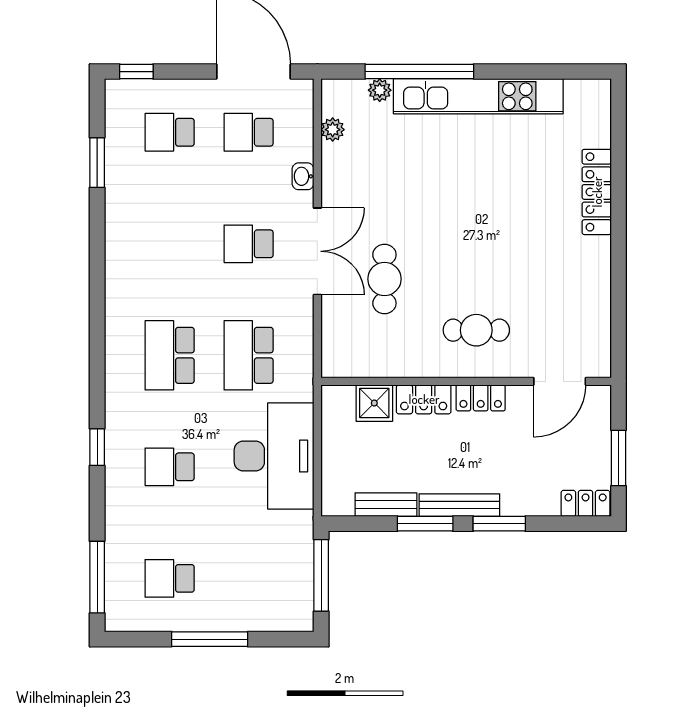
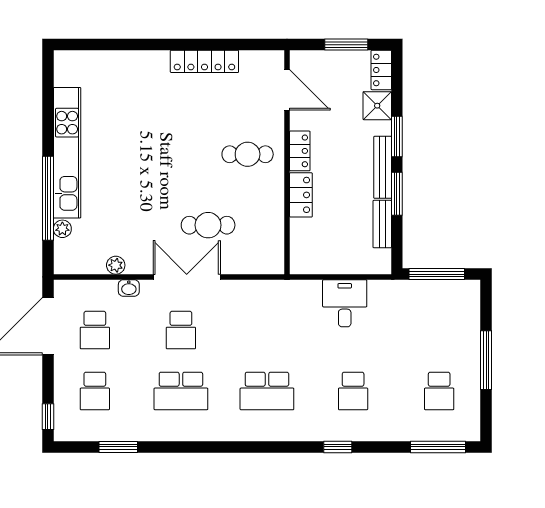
plant: (333, 130) -> (116, 265), moved
locker: (597, 192) -> (204, 61), moved
cafe table: (476, 330) -> (248, 154), turned 90
school desk: (249, 355) -> (181, 391), moved
shower: (374, 403) -> (377, 106), moved
desk: (274, 456) -> (345, 303), width x0.53, depth x0.77

